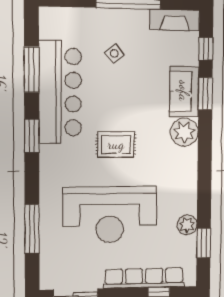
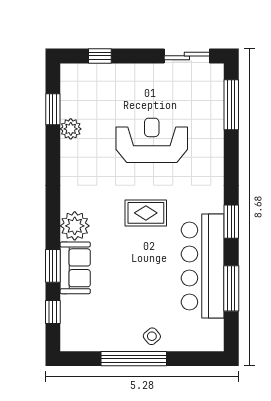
fireplace: (175, 20) -> (86, 341), removed
side table: (114, 53) -> (152, 336), moved
reception desk: (110, 215) -> (152, 140), width x0.74, depth x0.77
window: (32, 229) -> (231, 105), moved
row of seats: (144, 278) -> (116, 73), removed

